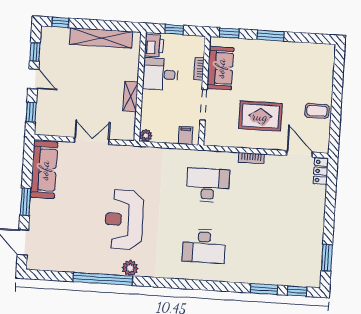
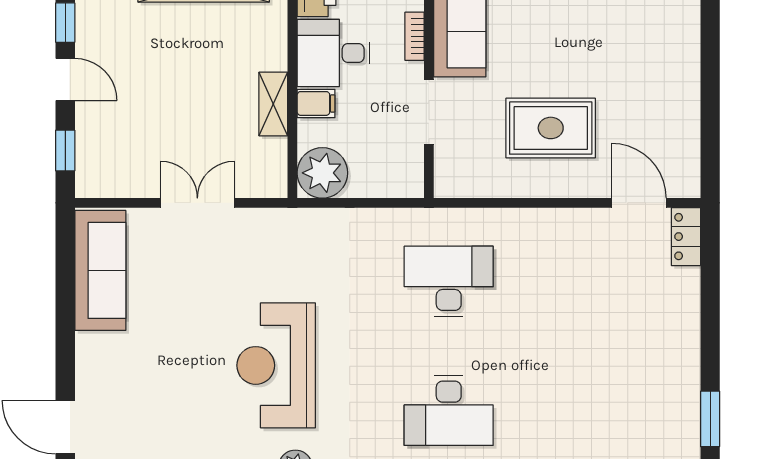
coffee table: (317, 111) -> (670, 110), removed
filing cabinet: (185, 135) -> (316, 103), moved, turned 90
plant: (146, 136) -> (322, 173), width x1.87, depth x1.87
bookcase: (251, 158) -> (537, 218), removed
window: (25, 202) -> (65, 341), removed

